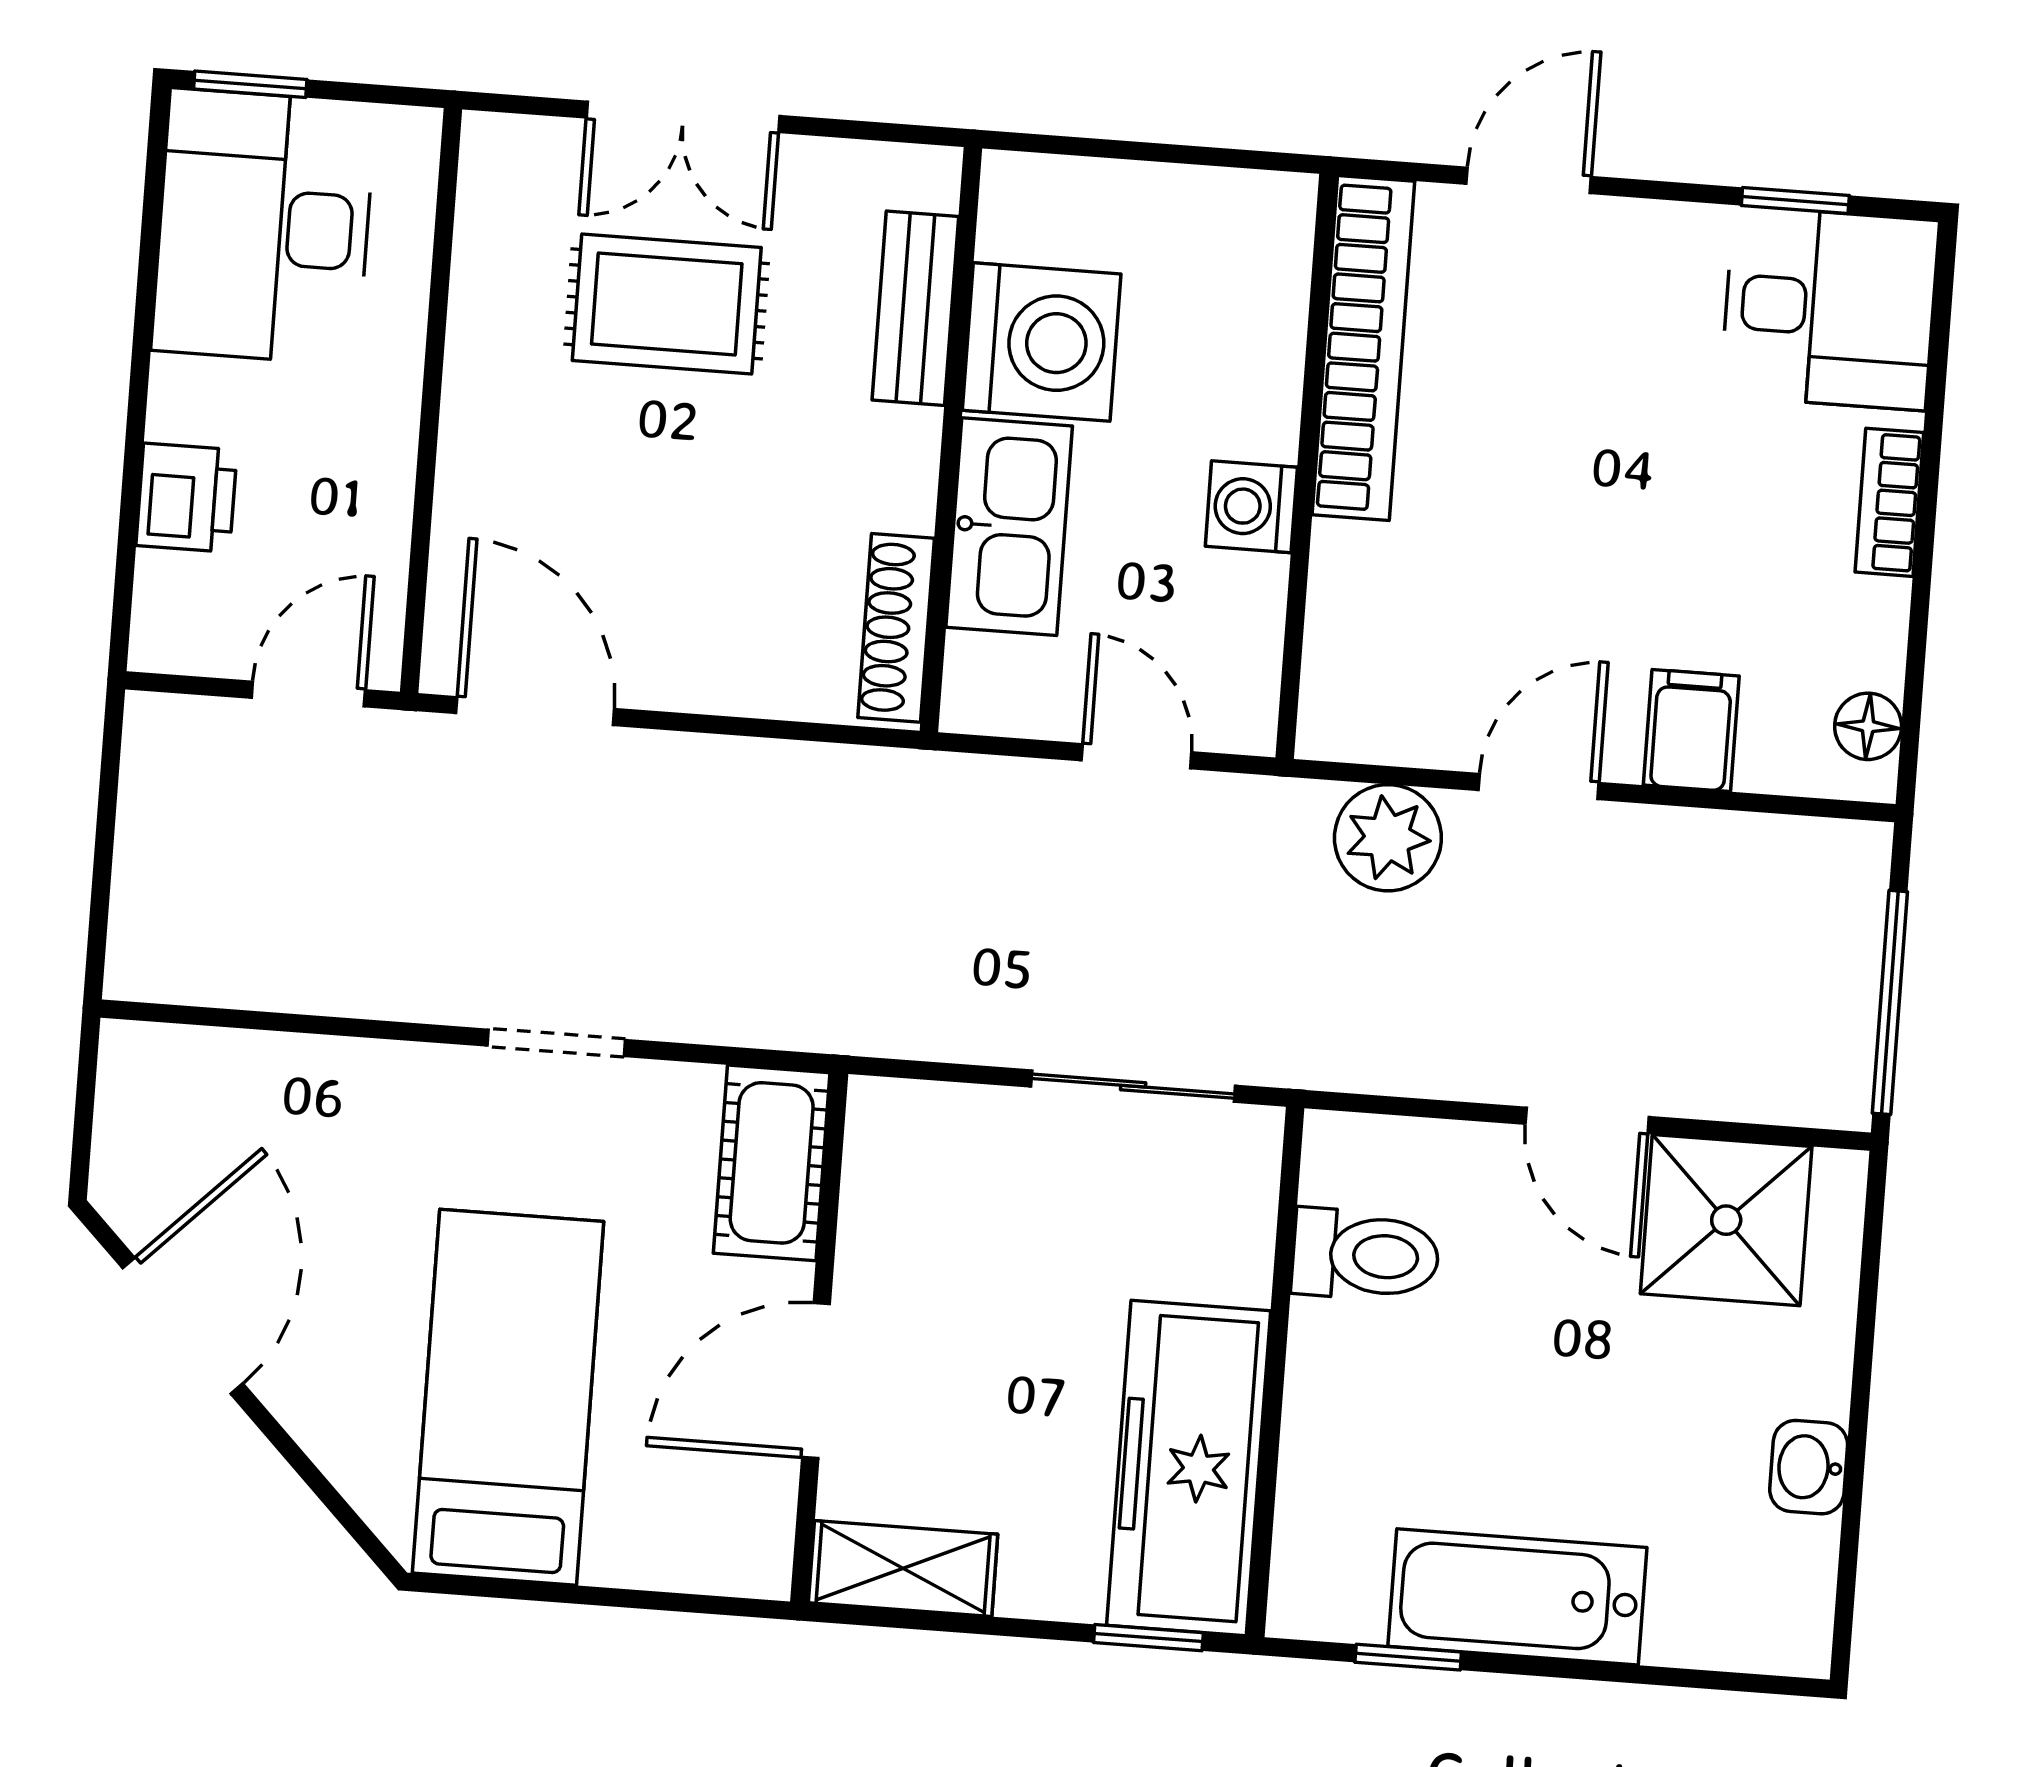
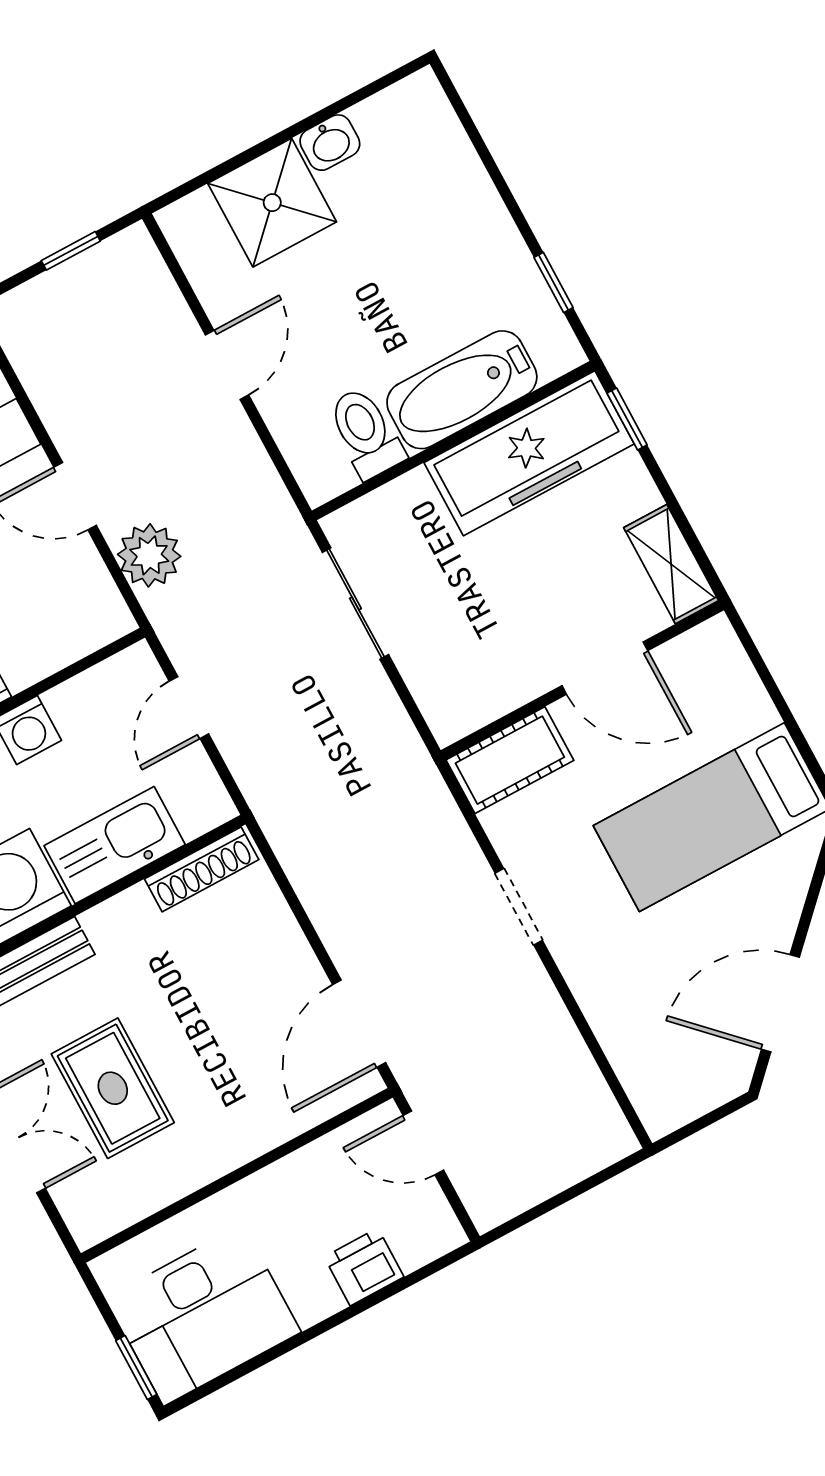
window: (1890, 1002) -> (71, 251), width x0.46
shower: (1726, 1220) -> (272, 203), moved
bathtub: (1517, 1597) -> (462, 390), moved, turned 90

